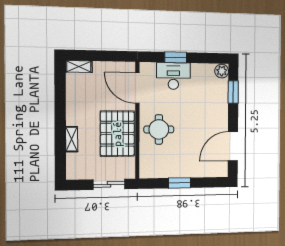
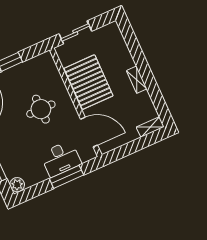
window: (176, 57) -> (66, 177), width x1.44
round table: (159, 129) -> (41, 109), moved
shelving: (72, 139) -> (137, 80), moved

